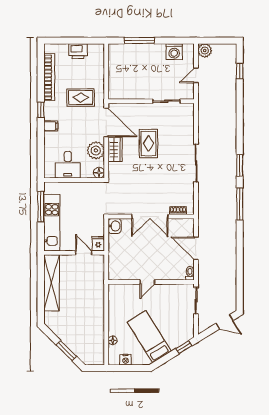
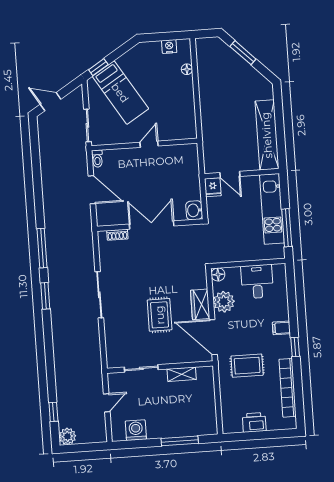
plant: (205, 51) -> (67, 436), moved
shelving: (134, 94) -> (182, 374), added
bed: (149, 337) -> (120, 93), moved

